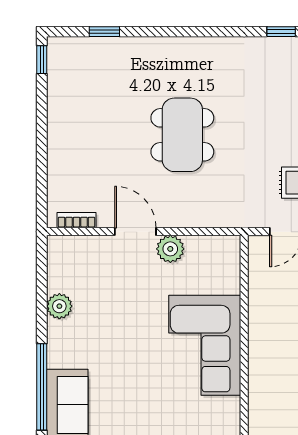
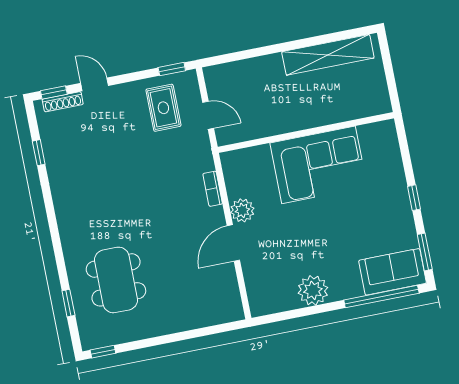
dining table: (182, 135) -> (116, 280), moved, turned 90
bookcase: (76, 220) -> (213, 189), moved
plant: (59, 306) -> (313, 290), width x1.36, depth x1.36

